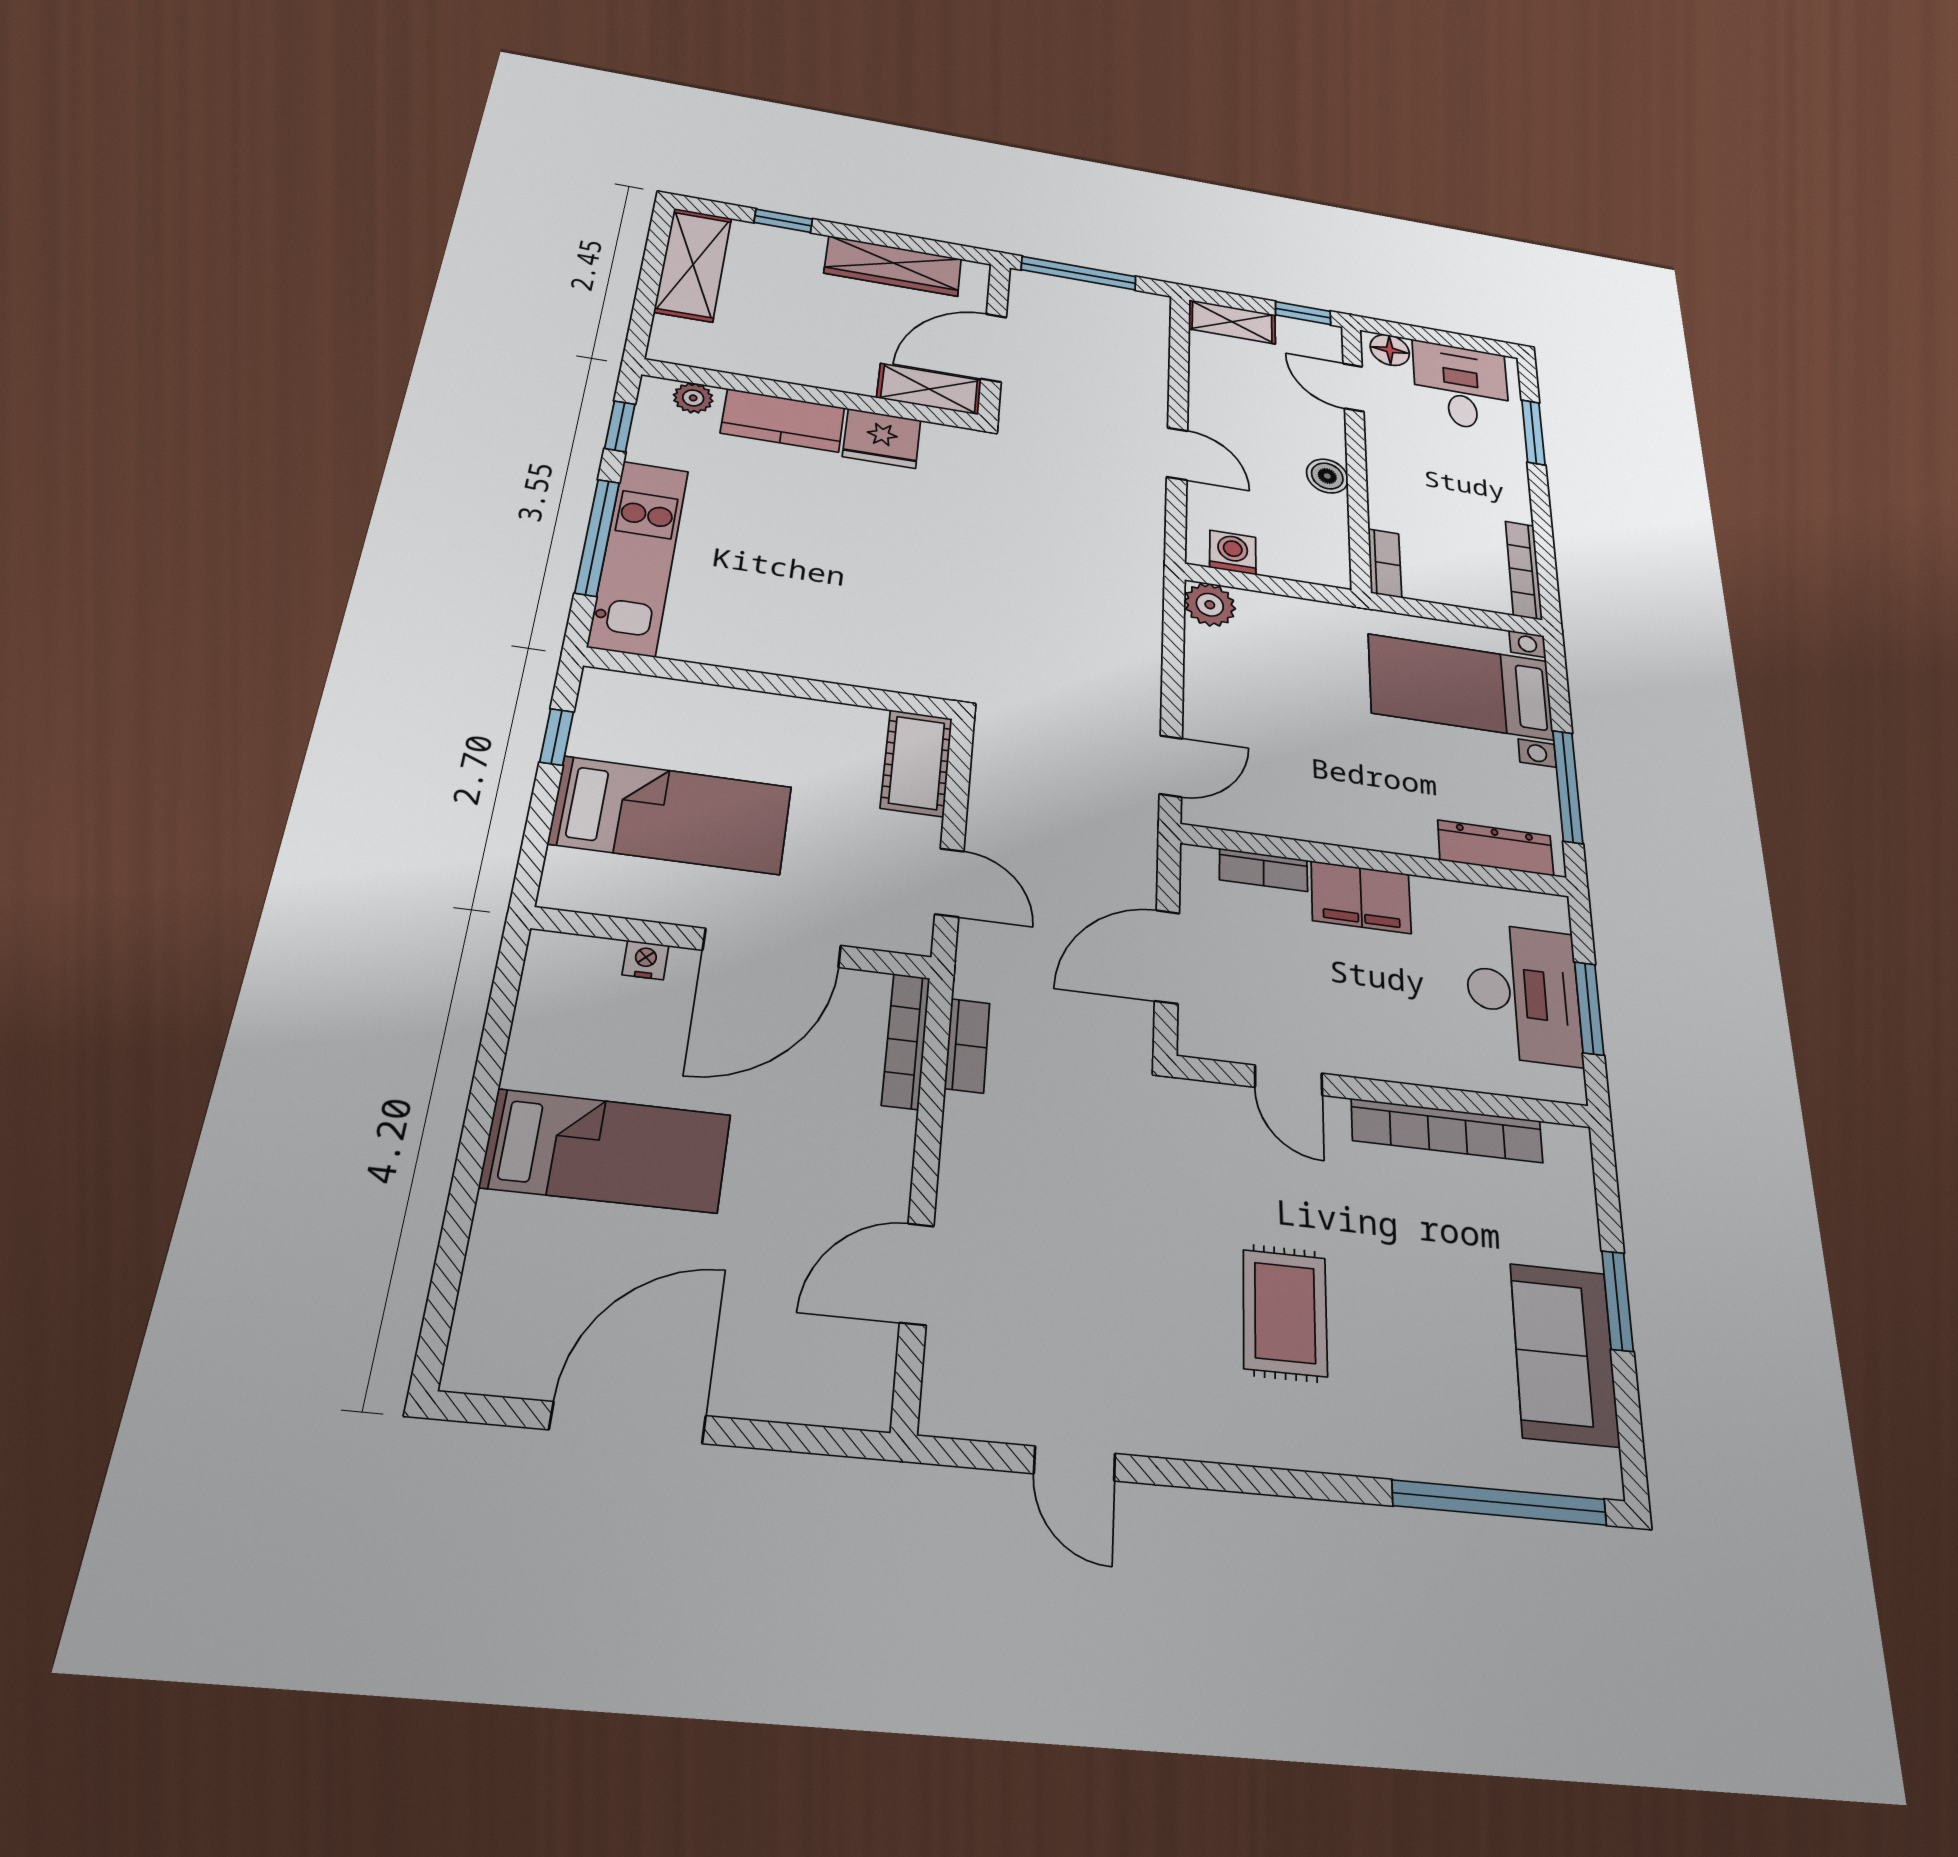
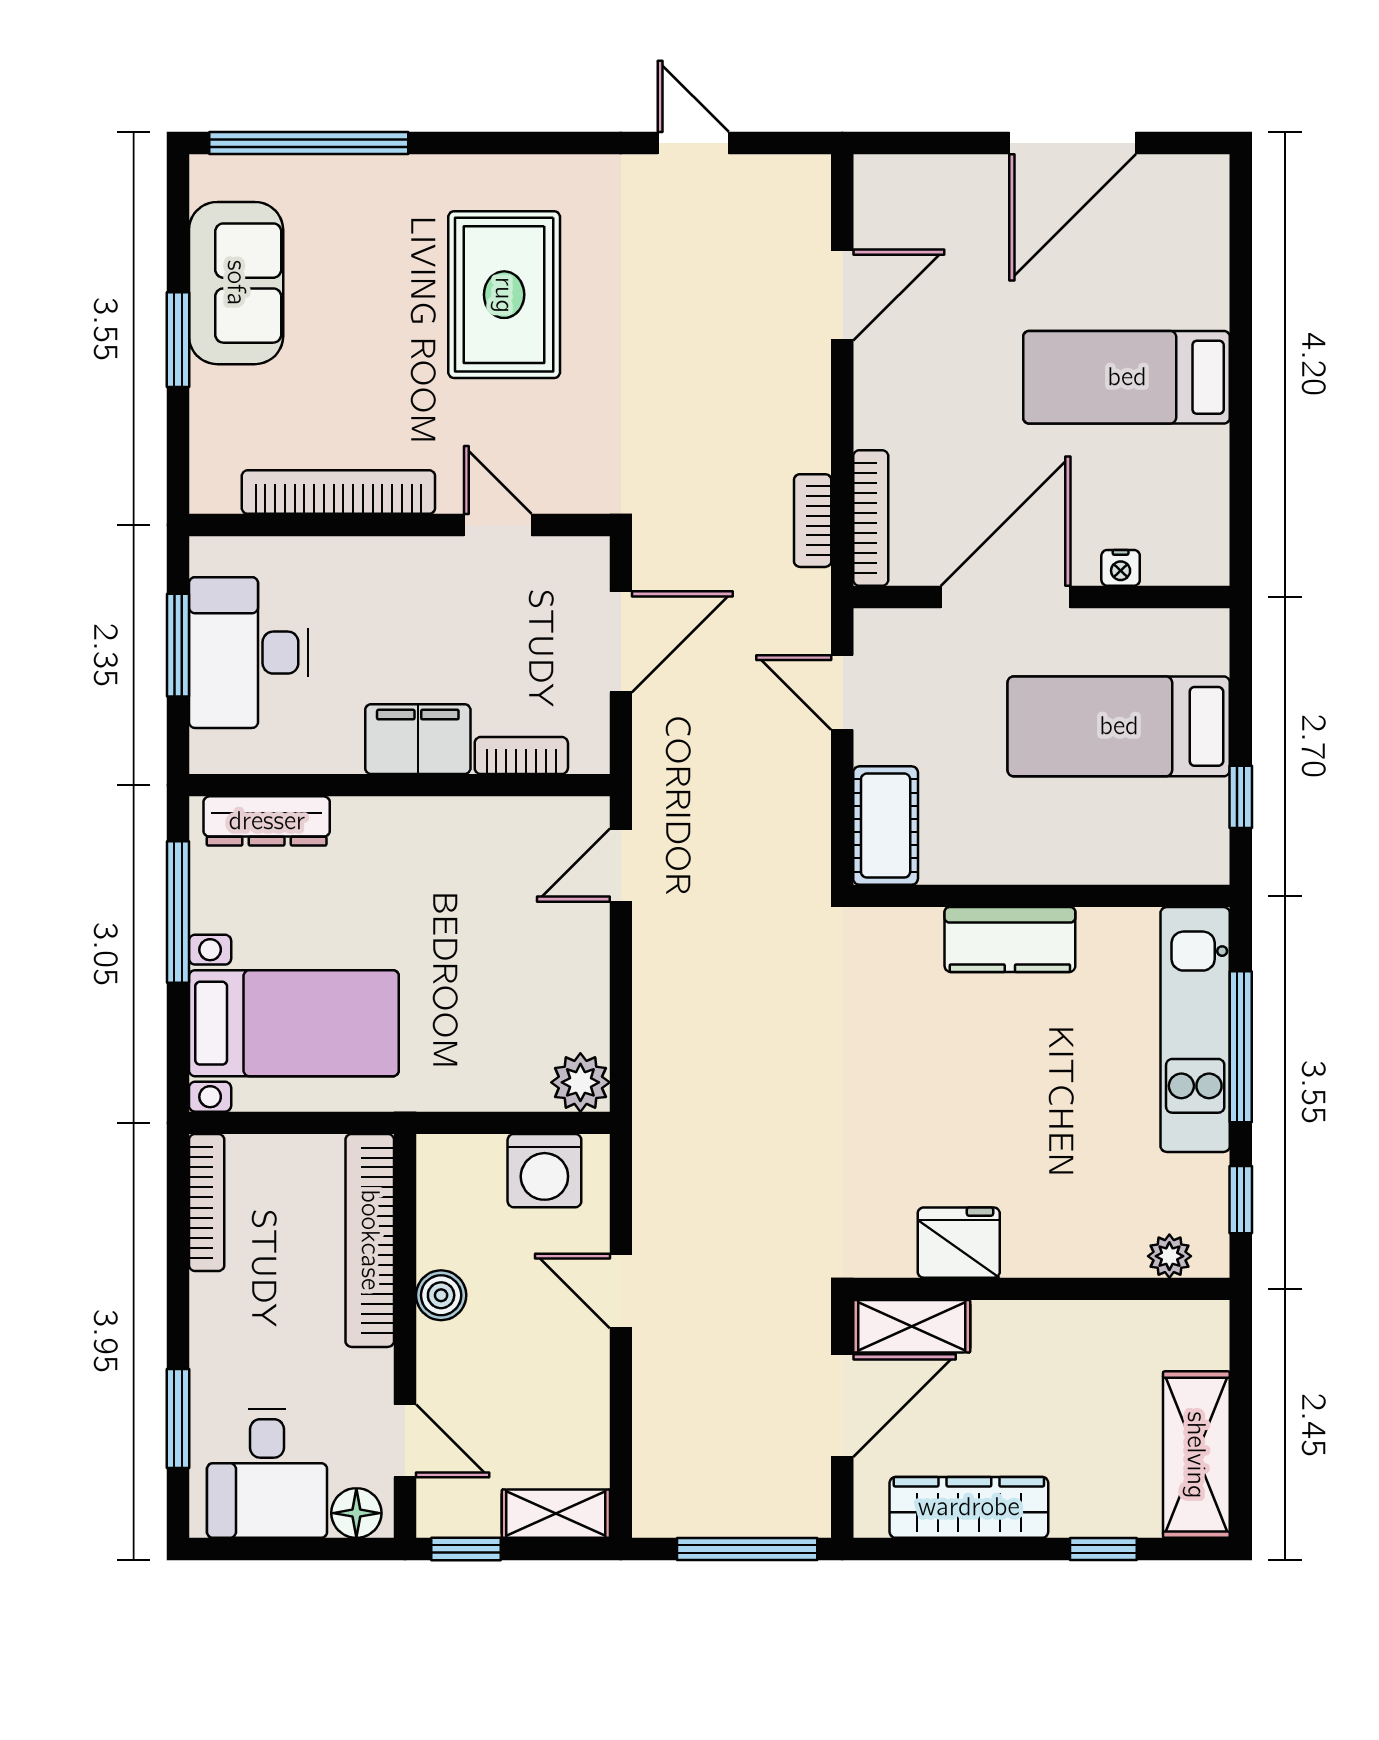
kitchen counter: (783, 420) -> (1010, 940), moved, turned 180
washing machine: (1233, 552) -> (544, 1171), width x1.38, depth x1.38
bookcase: (1385, 563) -> (370, 1240), width x2.31, depth x1.31
rug: (1285, 1313) -> (504, 295), width x1.36, depth x1.43

